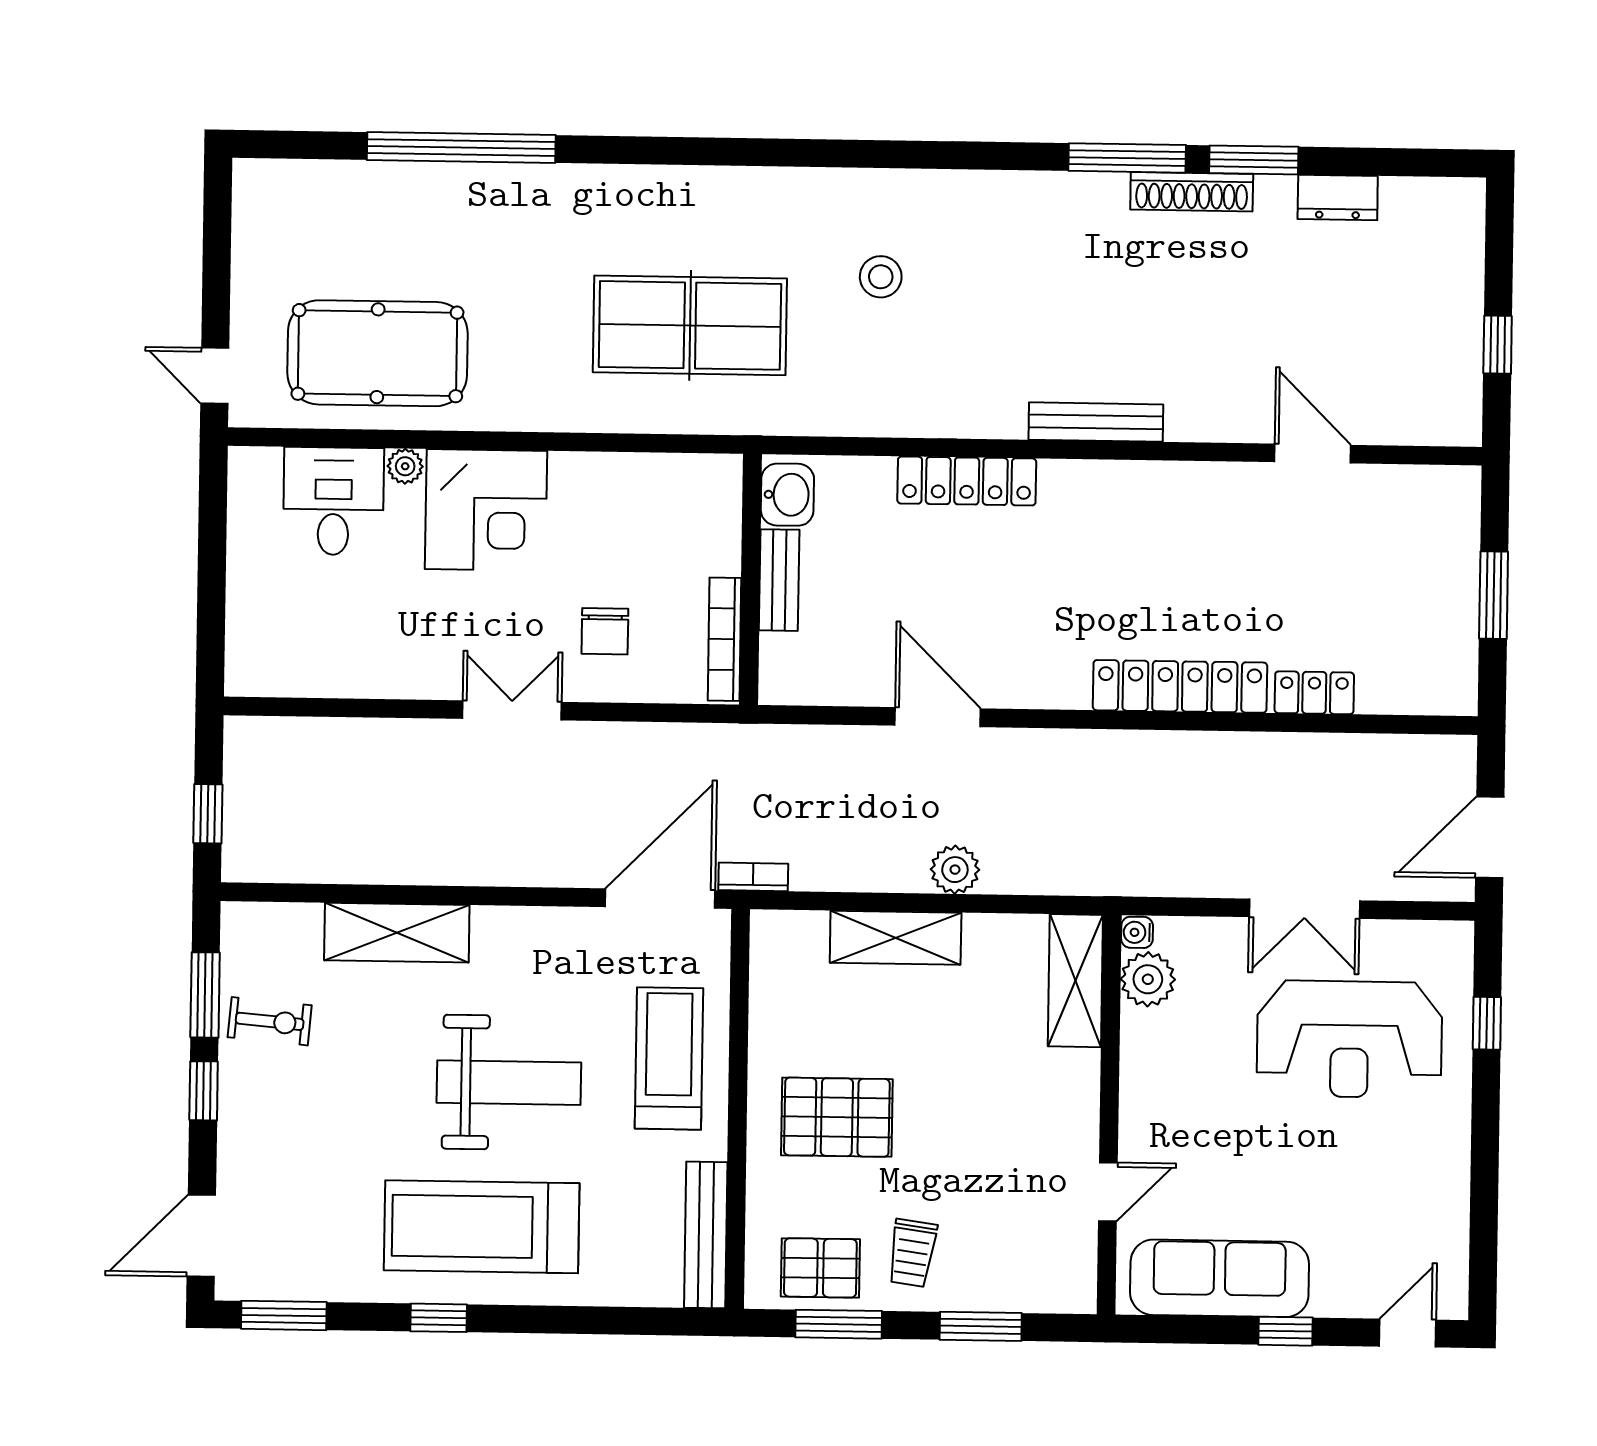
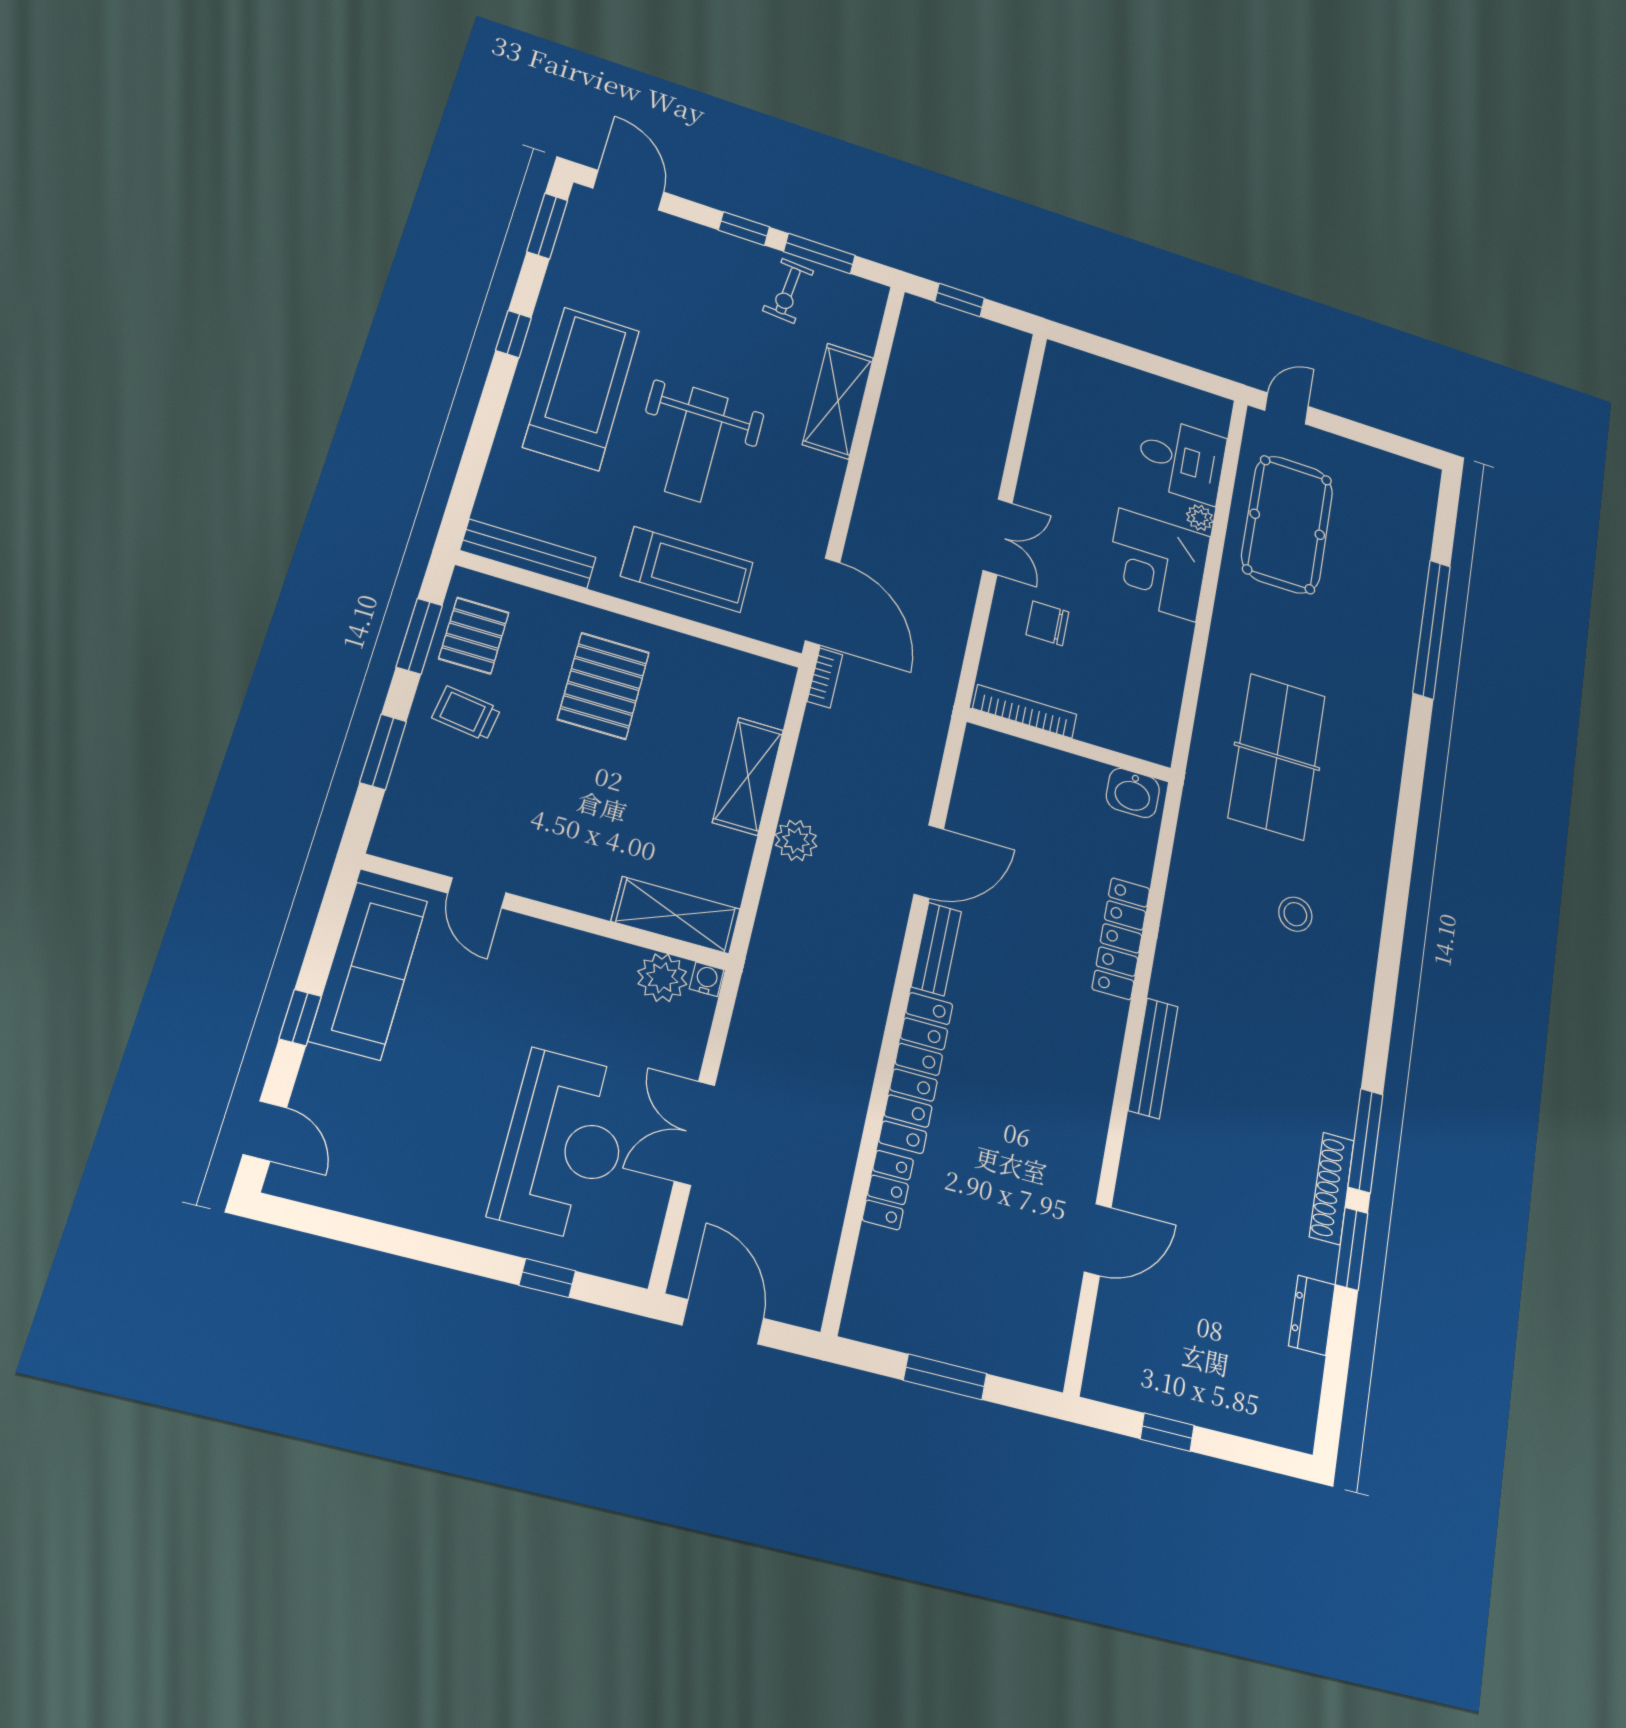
bench: (779, 580) -> (936, 949), moved, turned 90
reception desk: (1349, 1039) -> (564, 1145), turned 180

